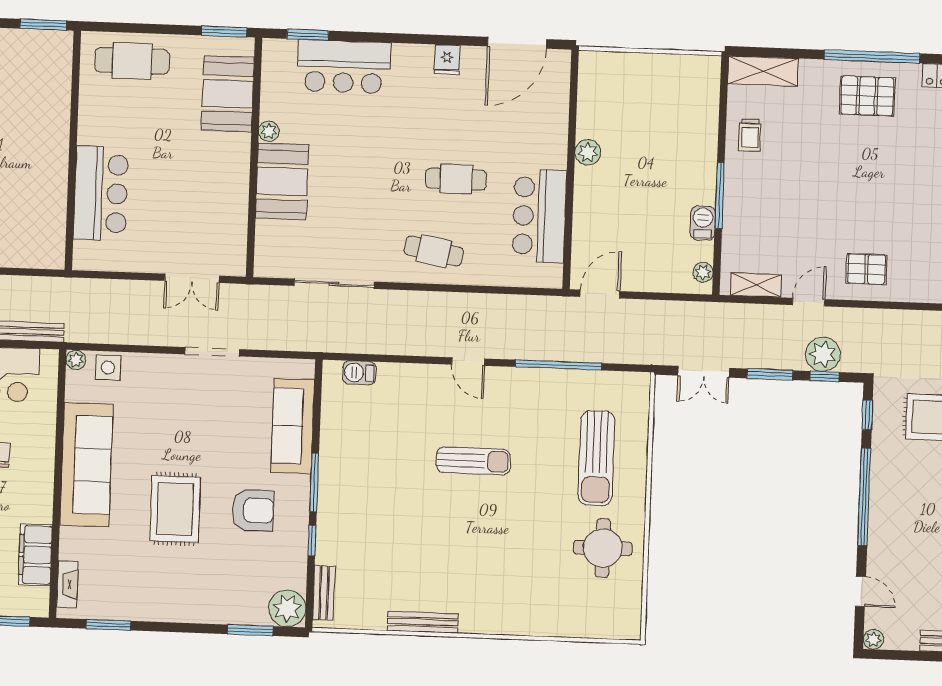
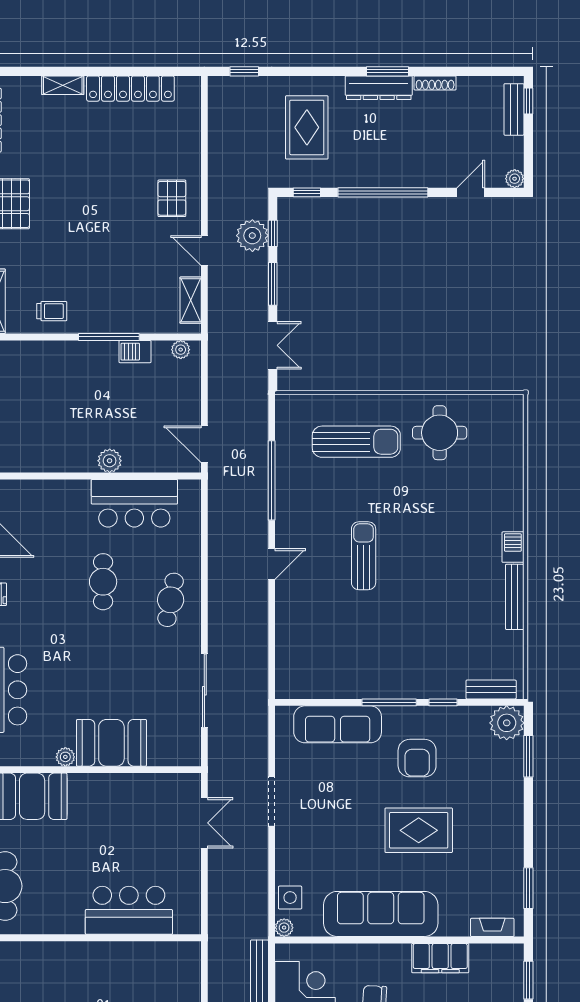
plant: (588, 152) -> (110, 461), moved
barbecue: (359, 373) -> (513, 547), moved, turned 180
armchair: (253, 510) -> (417, 758), turned 180
filing cabinet: (35, 555) -> (440, 958), moved

